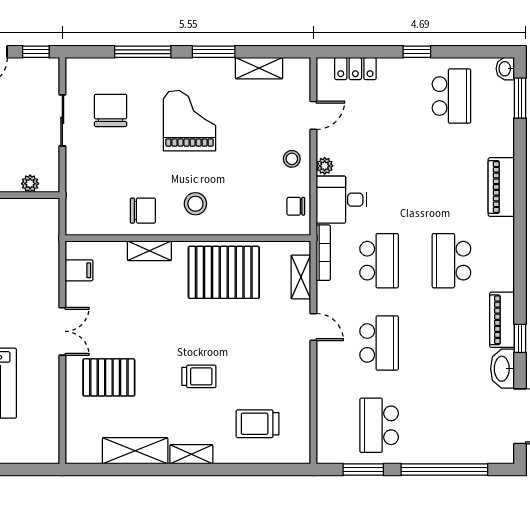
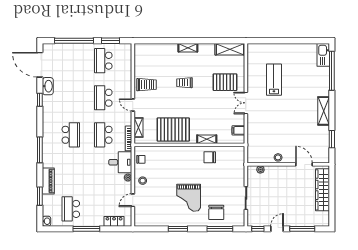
window: (143, 52) -> (220, 229), moved
window: (417, 52) -> (86, 229), width x2.17
shelving: (259, 68) -> (157, 221), removed
window: (520, 98) -> (40, 196), moved
chair: (111, 110) -> (216, 212), moved
piano: (501, 187) -> (48, 181), moved
stool: (195, 204) -> (186, 160), removed
window: (520, 227) -> (40, 150), added
piano: (502, 320) -> (48, 108), removed
trolley: (258, 424) -> (147, 85), moved
school desk: (379, 425) -> (103, 61), turned 180
shelving: (135, 451) -> (230, 49), moved

